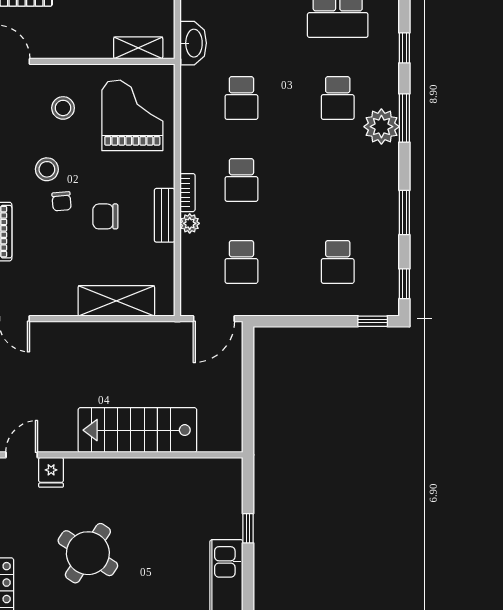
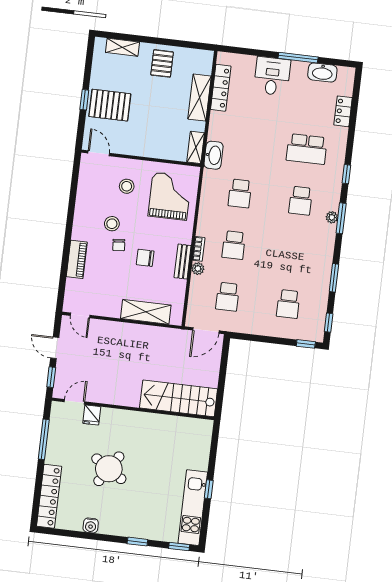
shelving: (138, 48) -> (196, 147), moved, turned 90
plant: (381, 127) -> (332, 217), width x0.53, depth x0.53
stairs: (137, 430) -> (179, 398), moved
window: (248, 528) -> (209, 489), moved

